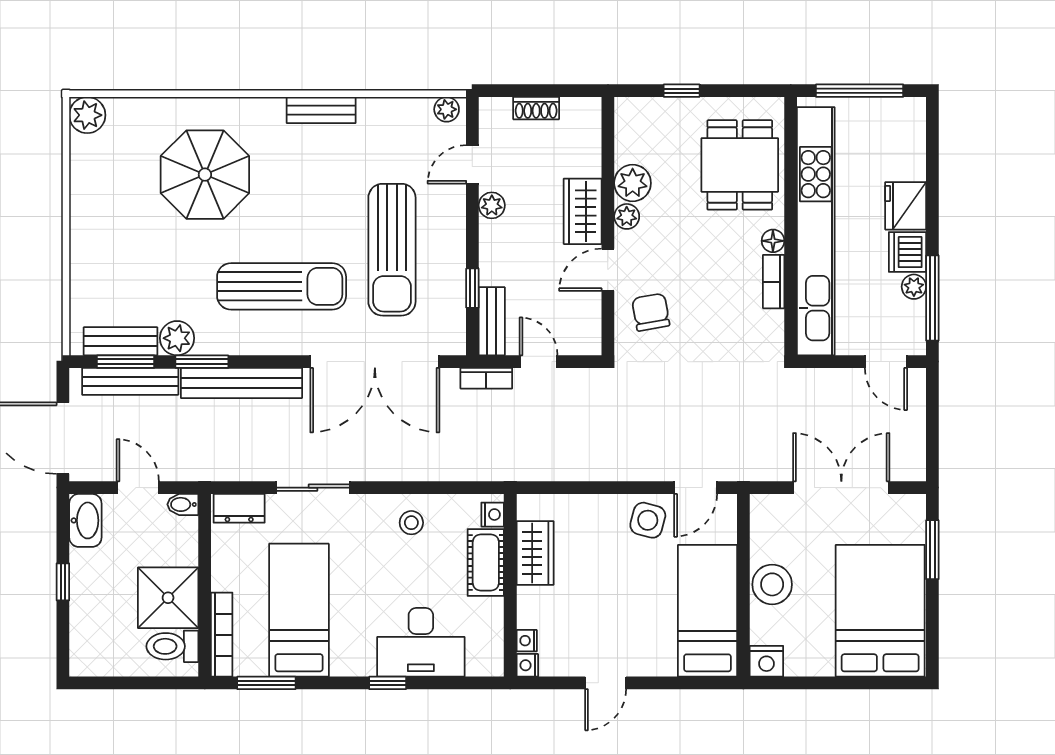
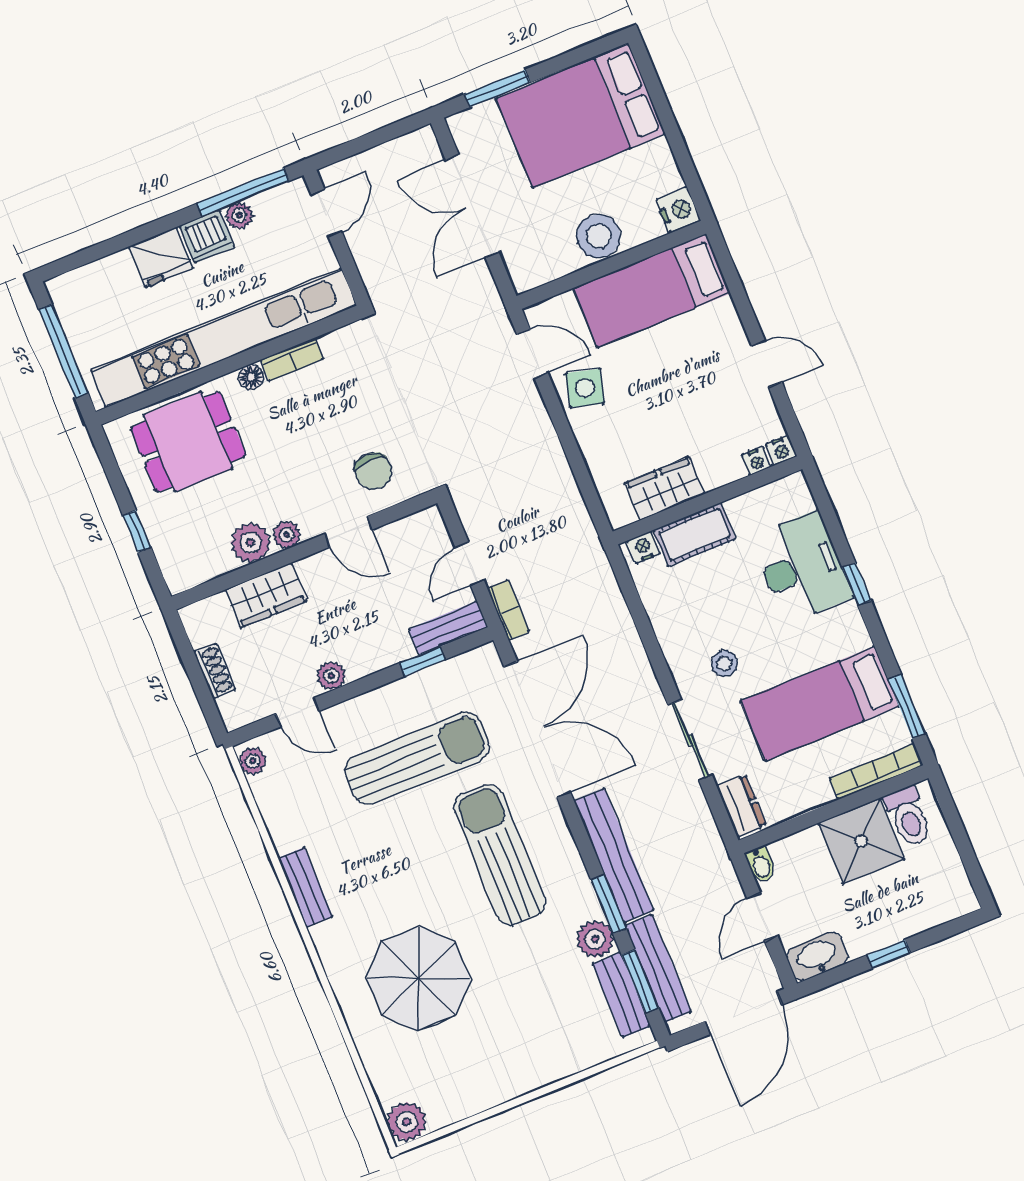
wardrobe: (583, 211) -> (266, 595), moved
chair: (651, 312) -> (373, 471), turned -80
stool: (411, 523) -> (724, 664), moved

